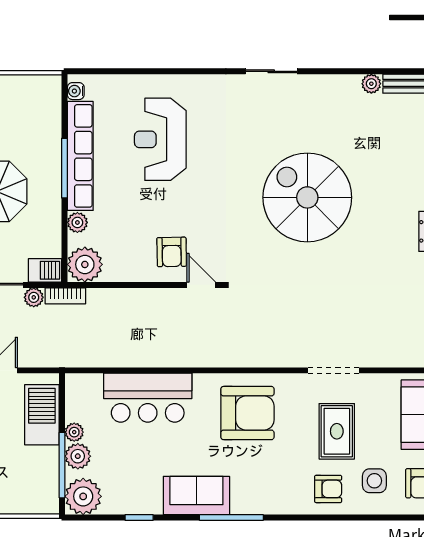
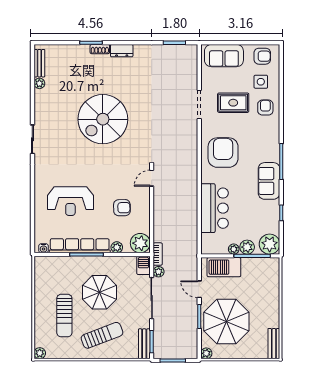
armchair: (172, 252) -> (122, 208), moved

